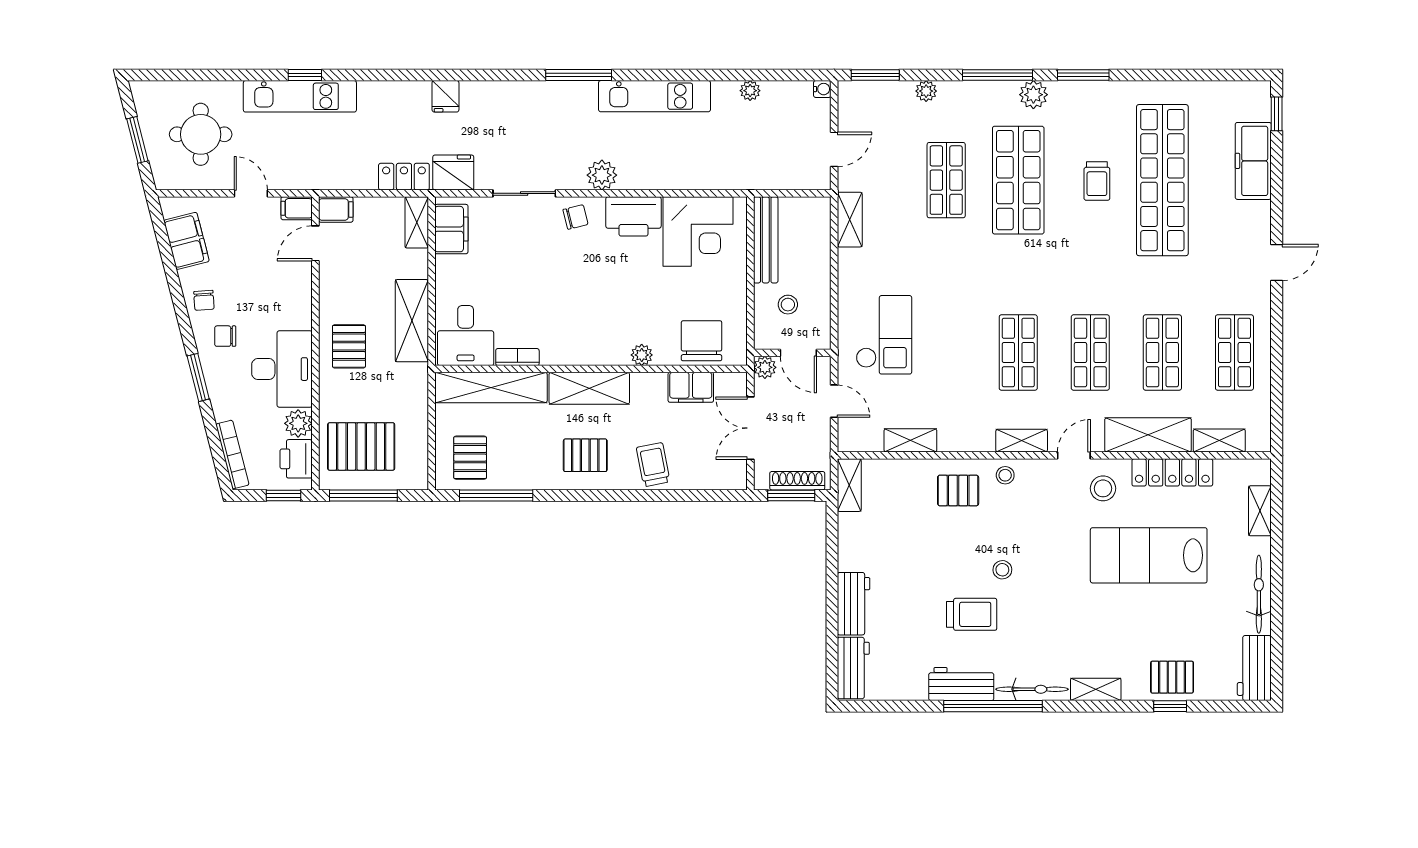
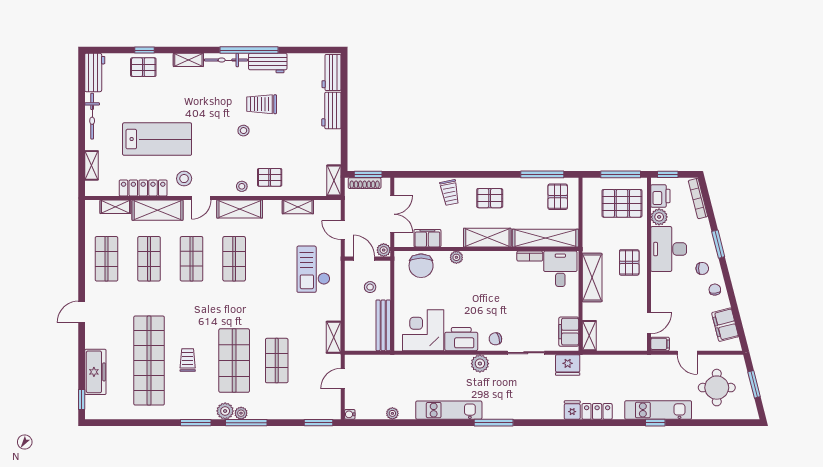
plant: (926, 91) -> (241, 413), moved
locker: (404, 177) -> (597, 411), moved, turned 180
filing cabinet: (336, 209) -> (637, 343), removed
shelving: (1022, 441) -> (240, 209), width x1.50, depth x1.33

